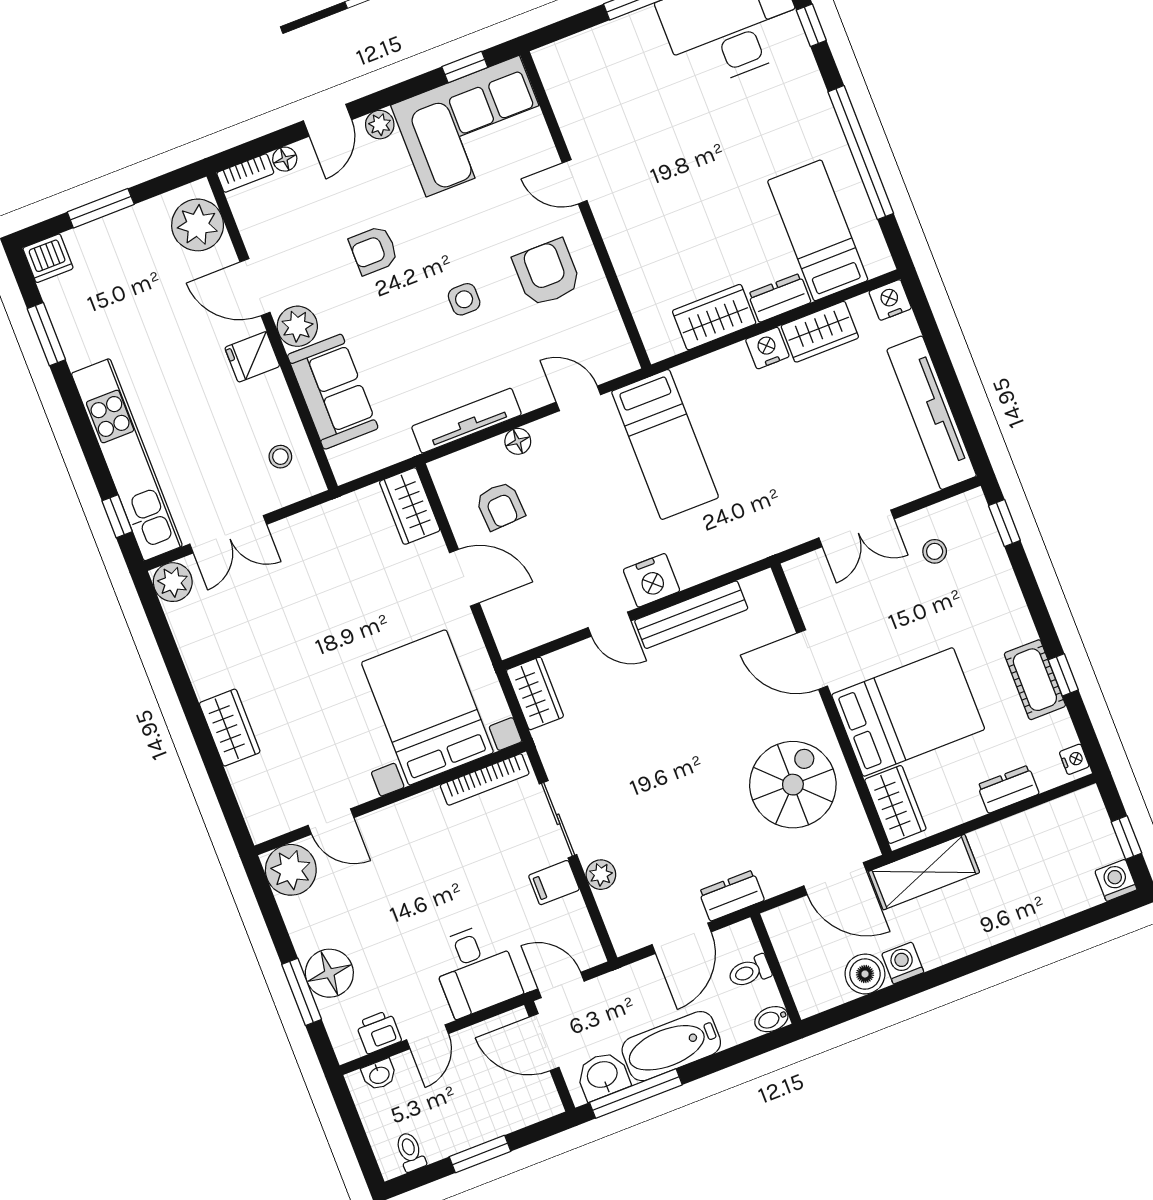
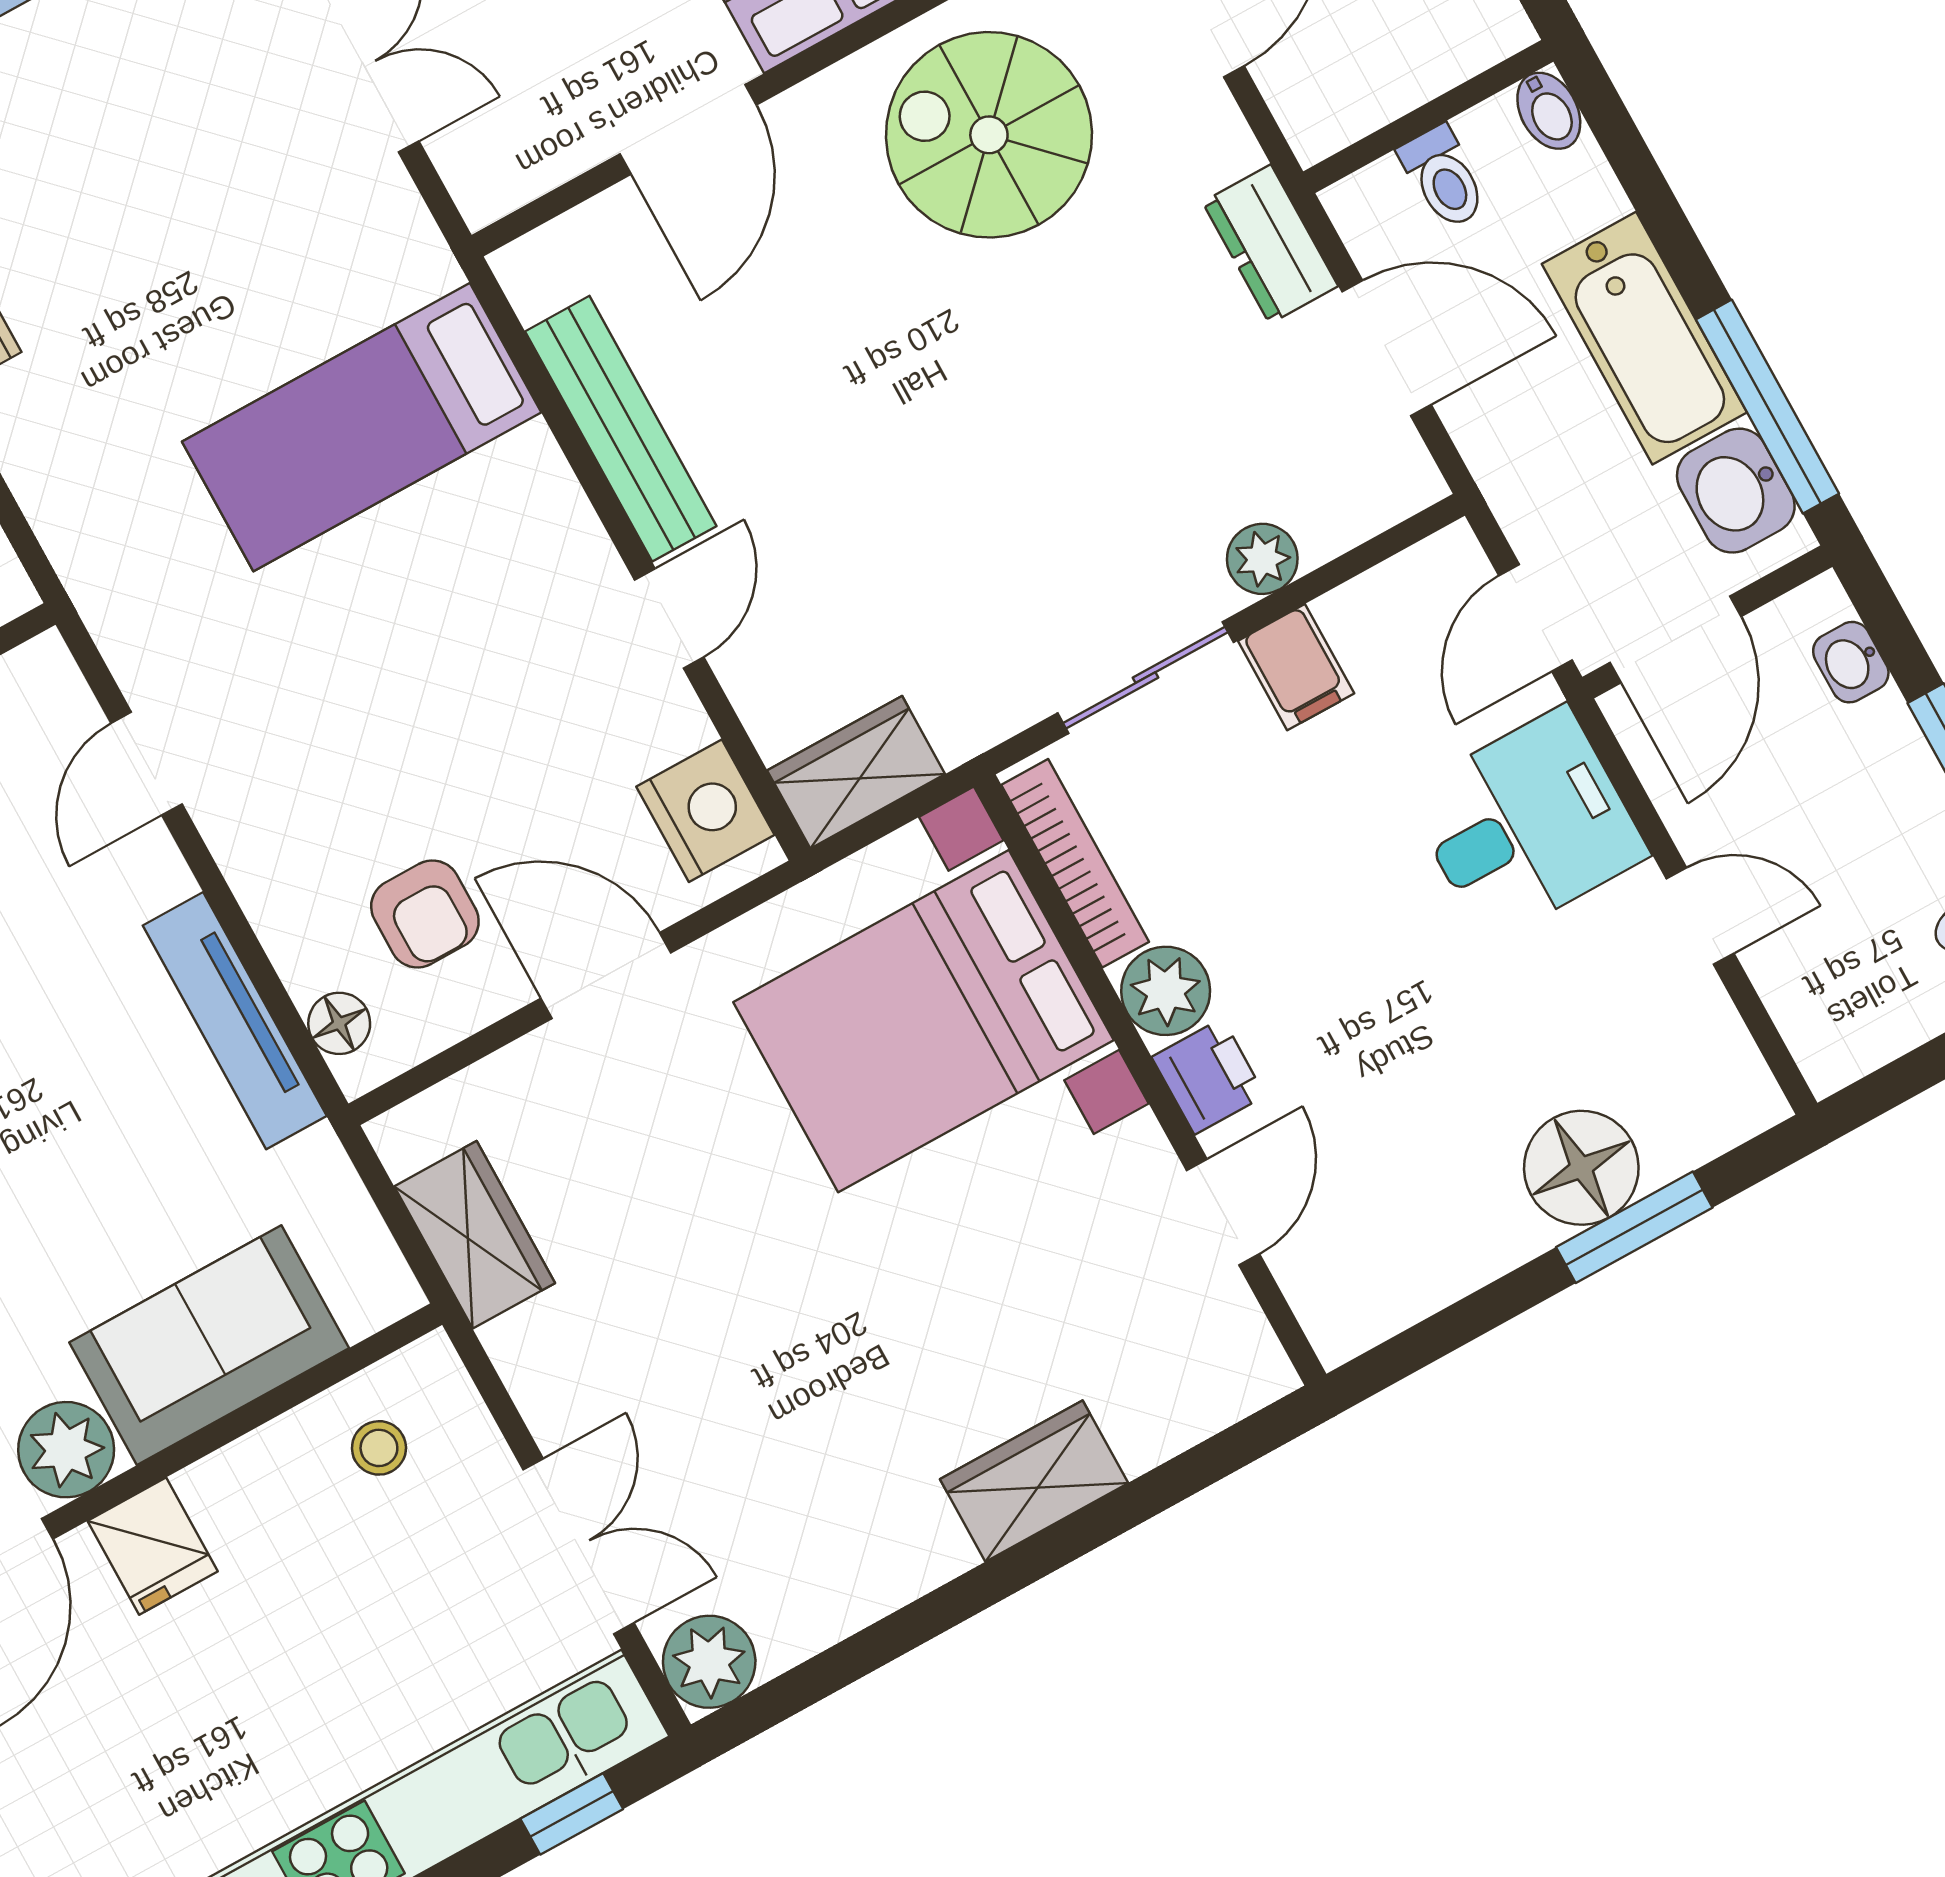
floor lamp: (518, 441) -> (339, 1023), moved
bed: (665, 444) -> (362, 427), moved, turned 180
wardrobe: (410, 506) -> (475, 1235), moved, turned -90
armchair: (500, 506) -> (425, 914), turned 93
door: (464, 578) -> (606, 976), hinge flipped
nightstand: (652, 580) -> (705, 811), moved
plant: (291, 870) -> (1166, 991), moved, width x0.73, depth x0.73
printer: (379, 1032) -> (1208, 1076), moved, turned 180
washbasin: (379, 1075) -> (1851, 662), moved, turned 180

